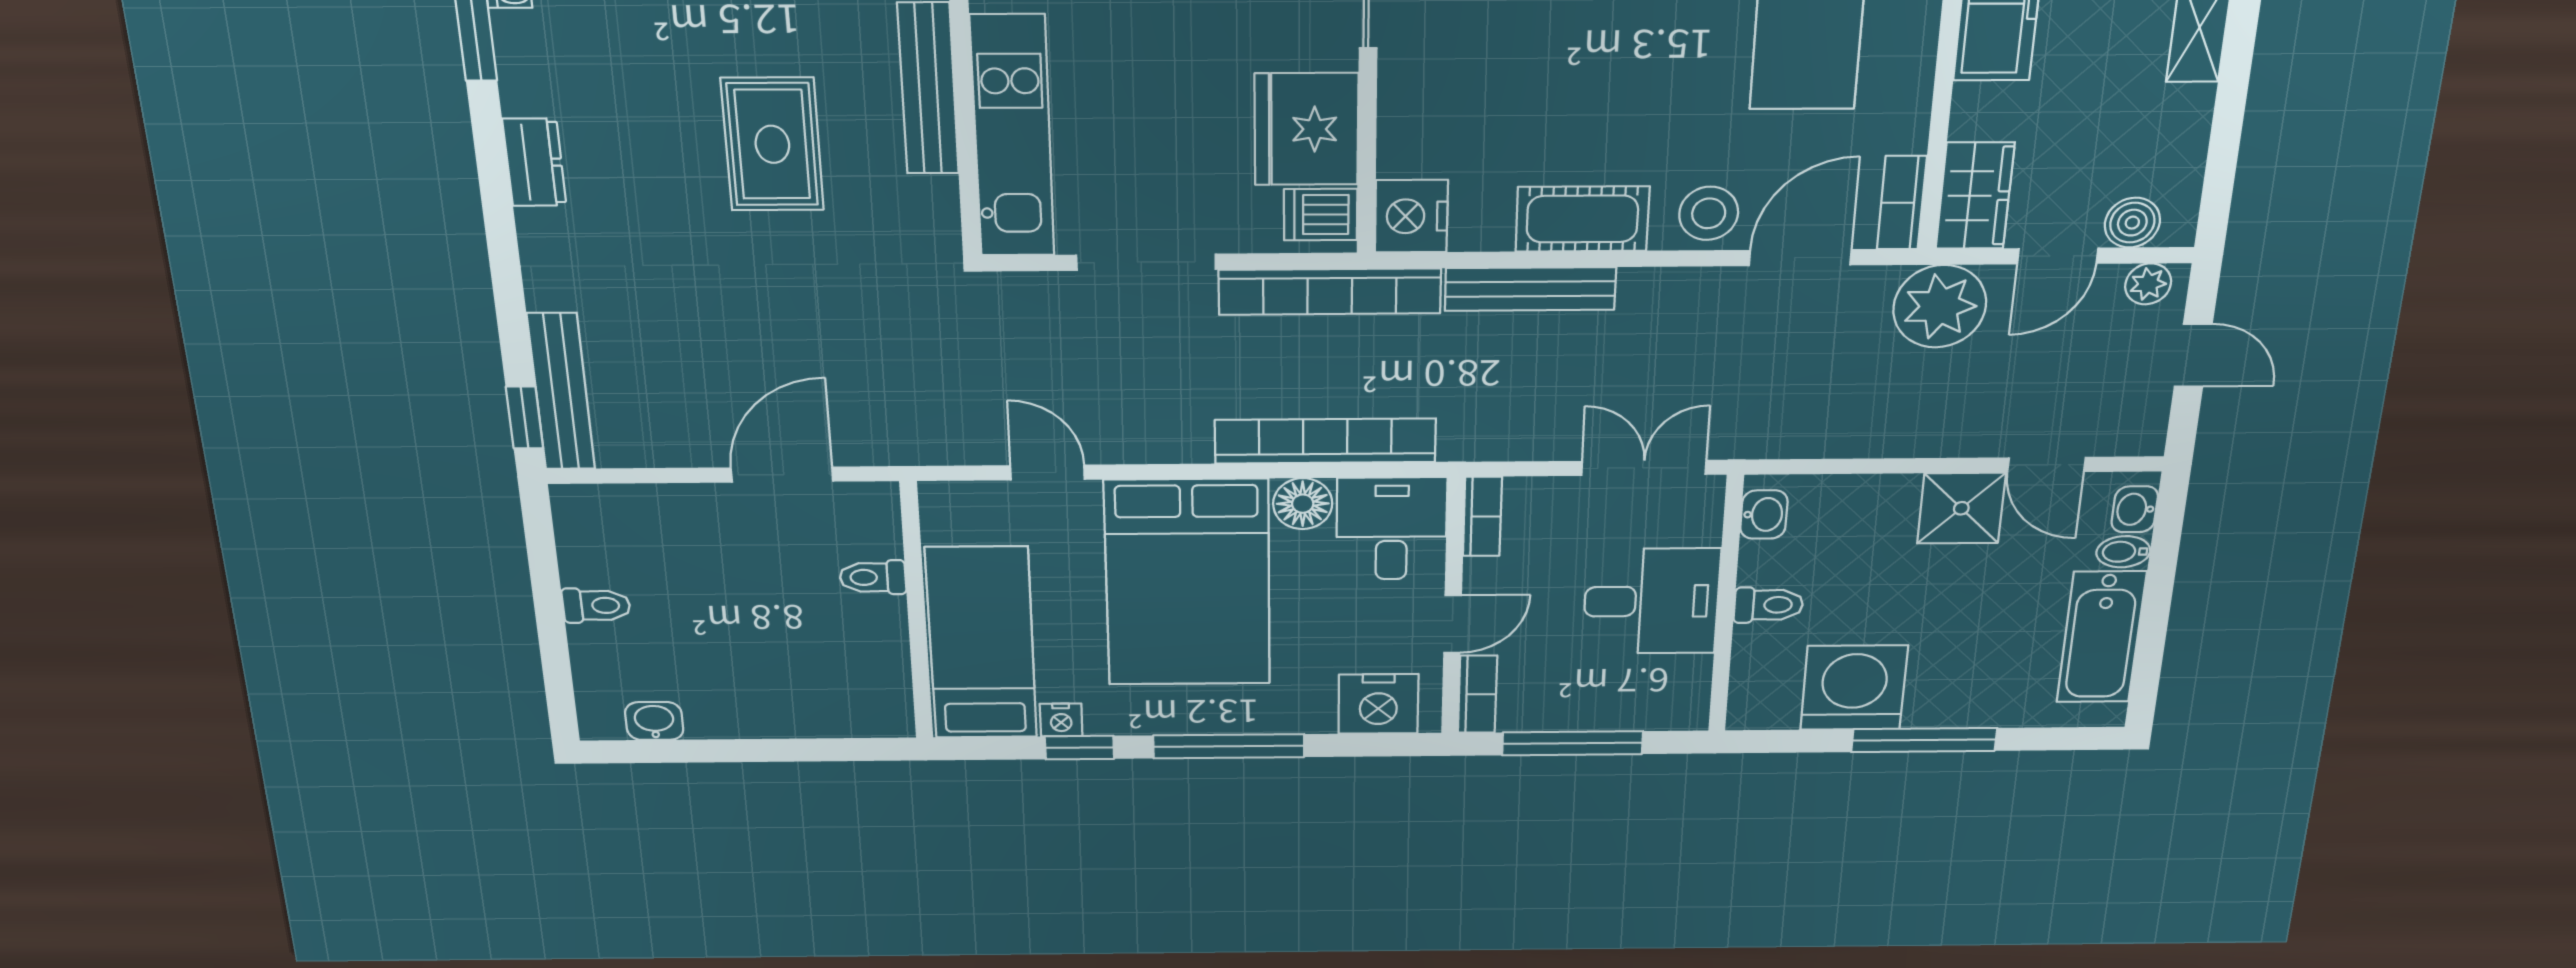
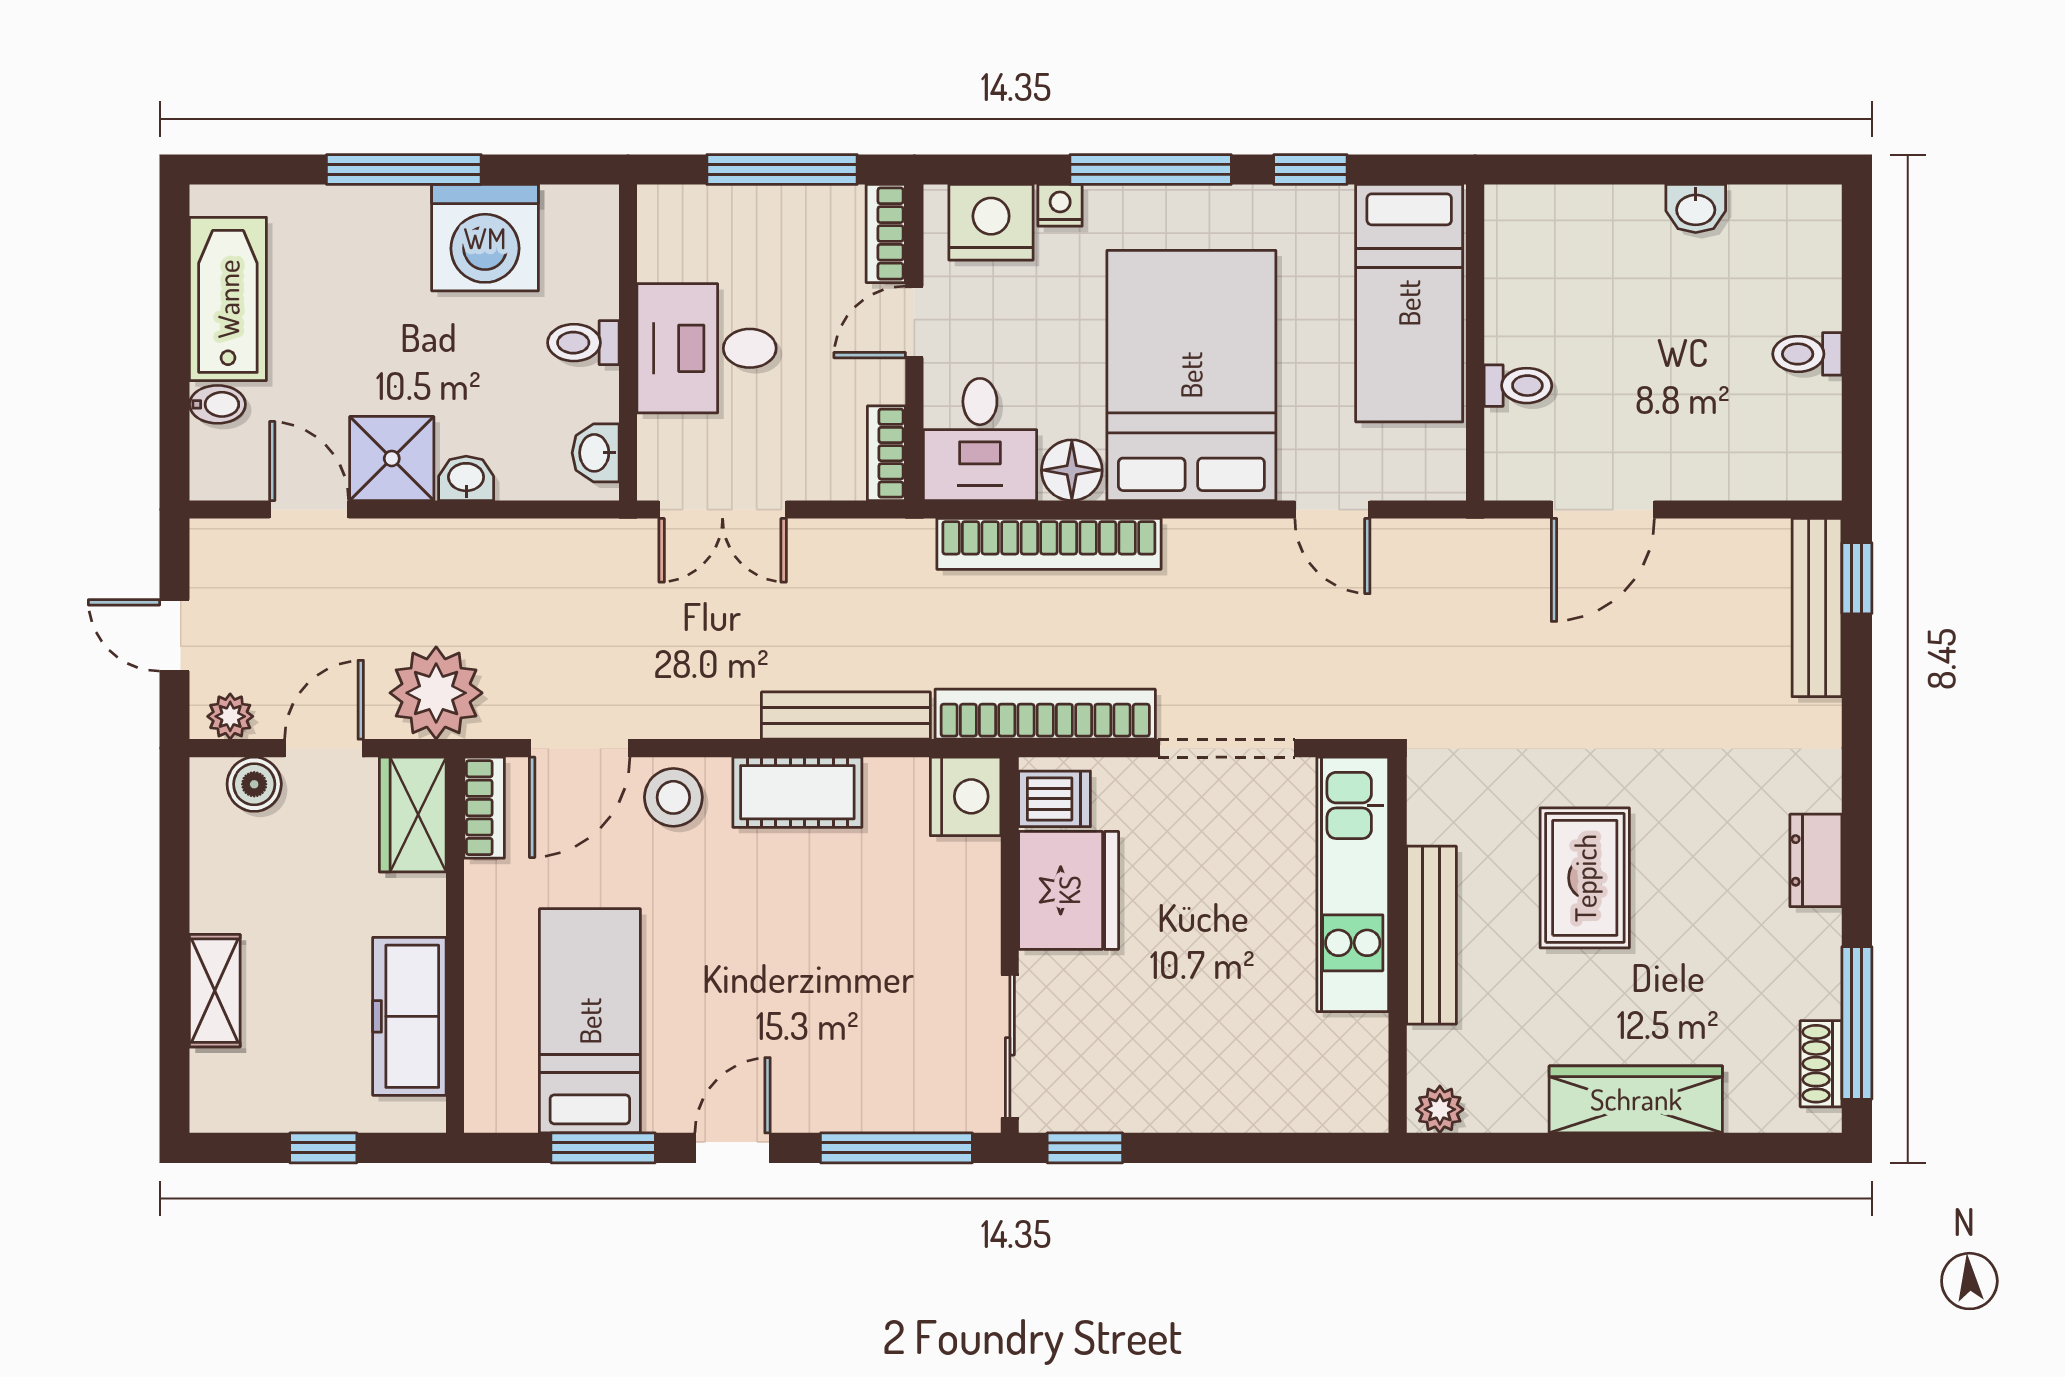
washbasin: (2135, 509) -> (466, 478), moved, turned -90
nightstand: (1061, 720) -> (1060, 205), moved
washbasin: (654, 721) -> (1696, 208), moved

